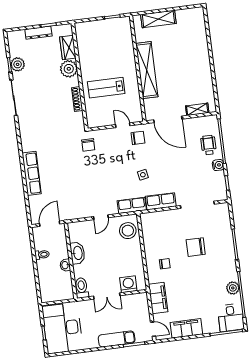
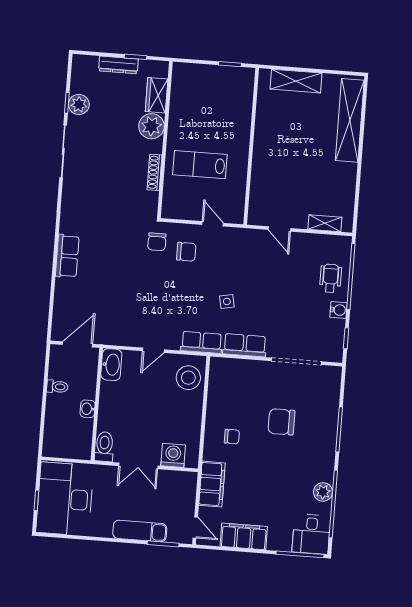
shelving: (147, 70) -> (350, 120), moved
door: (168, 119) -> (279, 229), width x0.53
chair: (138, 138) -> (186, 252), moved
row of seats: (32, 173) -> (67, 256), width x0.68
washbasin: (78, 253) -> (111, 365), moved

